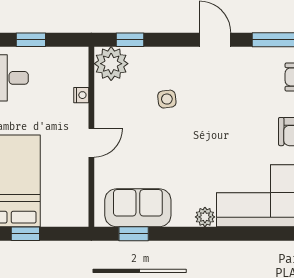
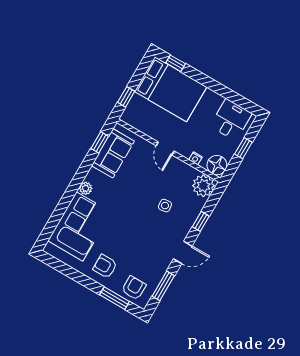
window: (130, 40) -> (201, 221), moved
floor lamp: (74, 62) -> (217, 165), added
window: (25, 234) -> (126, 97), moved

